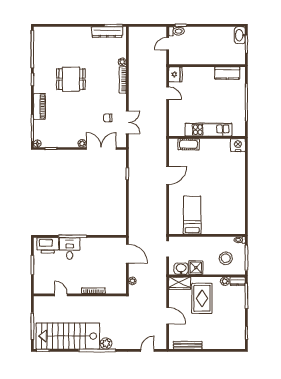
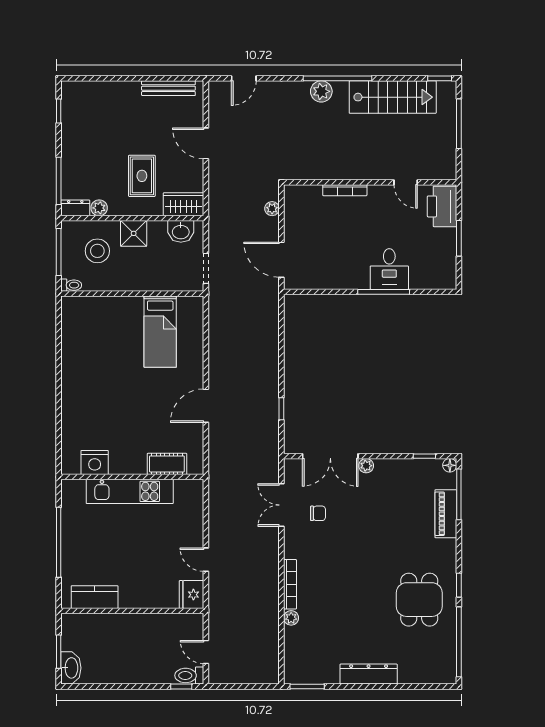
dresser: (107, 32) -> (369, 674), moved
door: (168, 44) -> (206, 652), swing flipped
dining table: (71, 79) -> (419, 600), moved, turned 90
piano: (39, 106) -> (446, 514), moved
nightstand: (238, 145) -> (95, 462), moved
printer: (48, 245) -> (442, 206), moved, turned -90
shower: (196, 268) -> (134, 233), moved
rug: (202, 298) -> (142, 176), width x0.73, depth x0.70
stairs: (68, 336) -> (393, 97), width x0.73, depth x0.66

